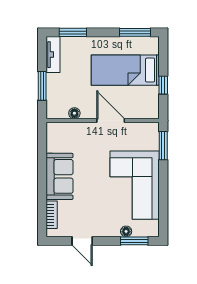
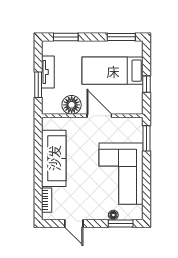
tv unit: (53, 55) -> (48, 72), moved
floor lamp: (74, 113) -> (72, 105), width x1.89, depth x1.89
sofa: (60, 176) -> (54, 158), width x1.36

